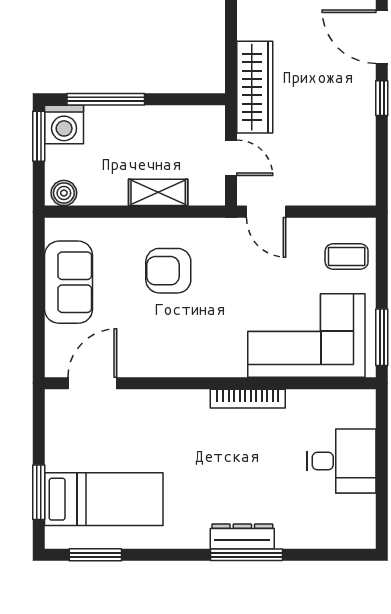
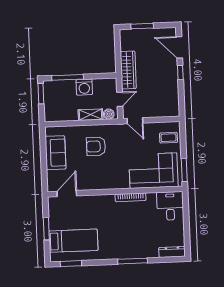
washing machine: (64, 125) -> (84, 87), moved
door: (231, 158) -> (120, 99), hinge flipped
boiler: (64, 193) -> (109, 114), moved
desk: (341, 461) -> (170, 206), moved, turned -90
window: (39, 492) -> (46, 229), moved
dresser: (242, 536) -> (172, 252), moved

